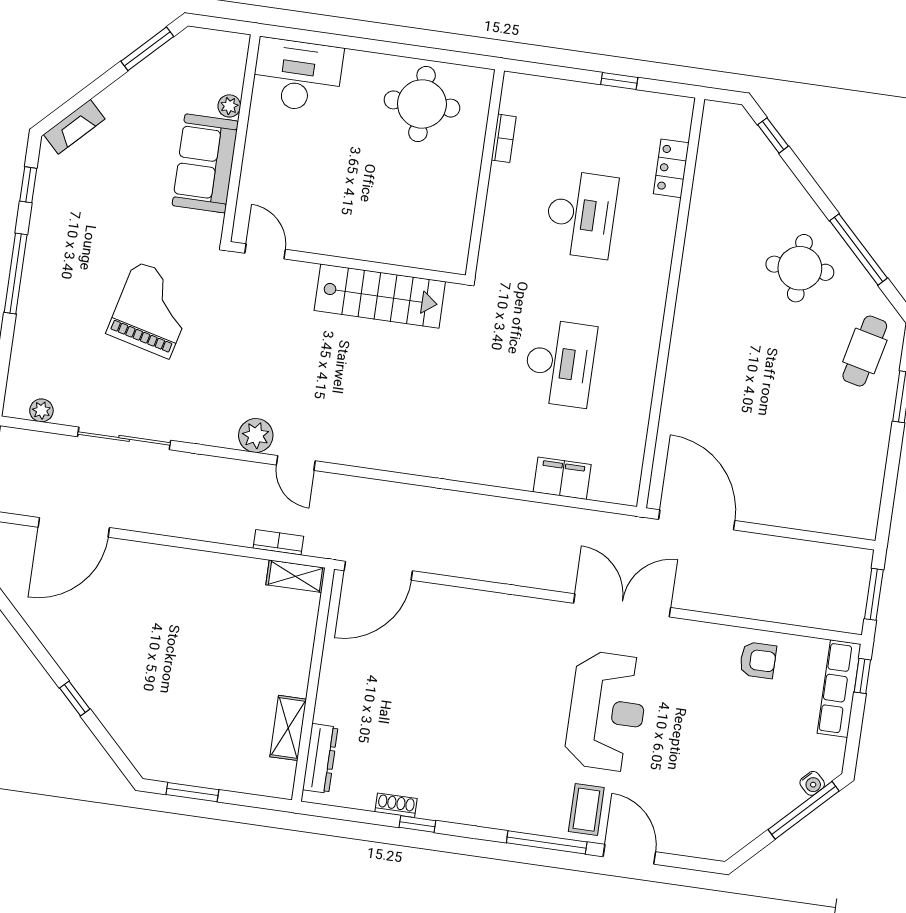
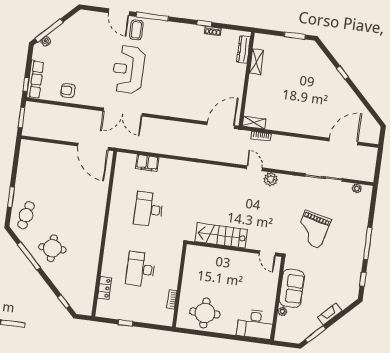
fireplace: (74, 127) -> (330, 314), moved

